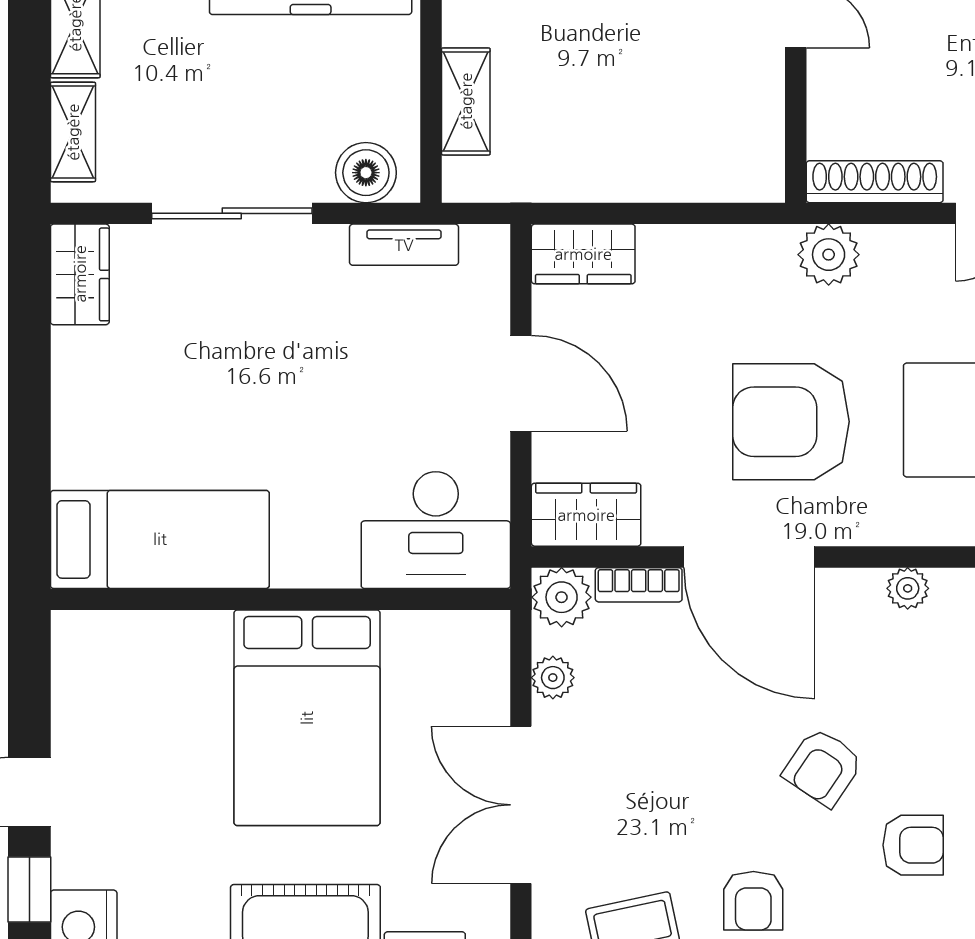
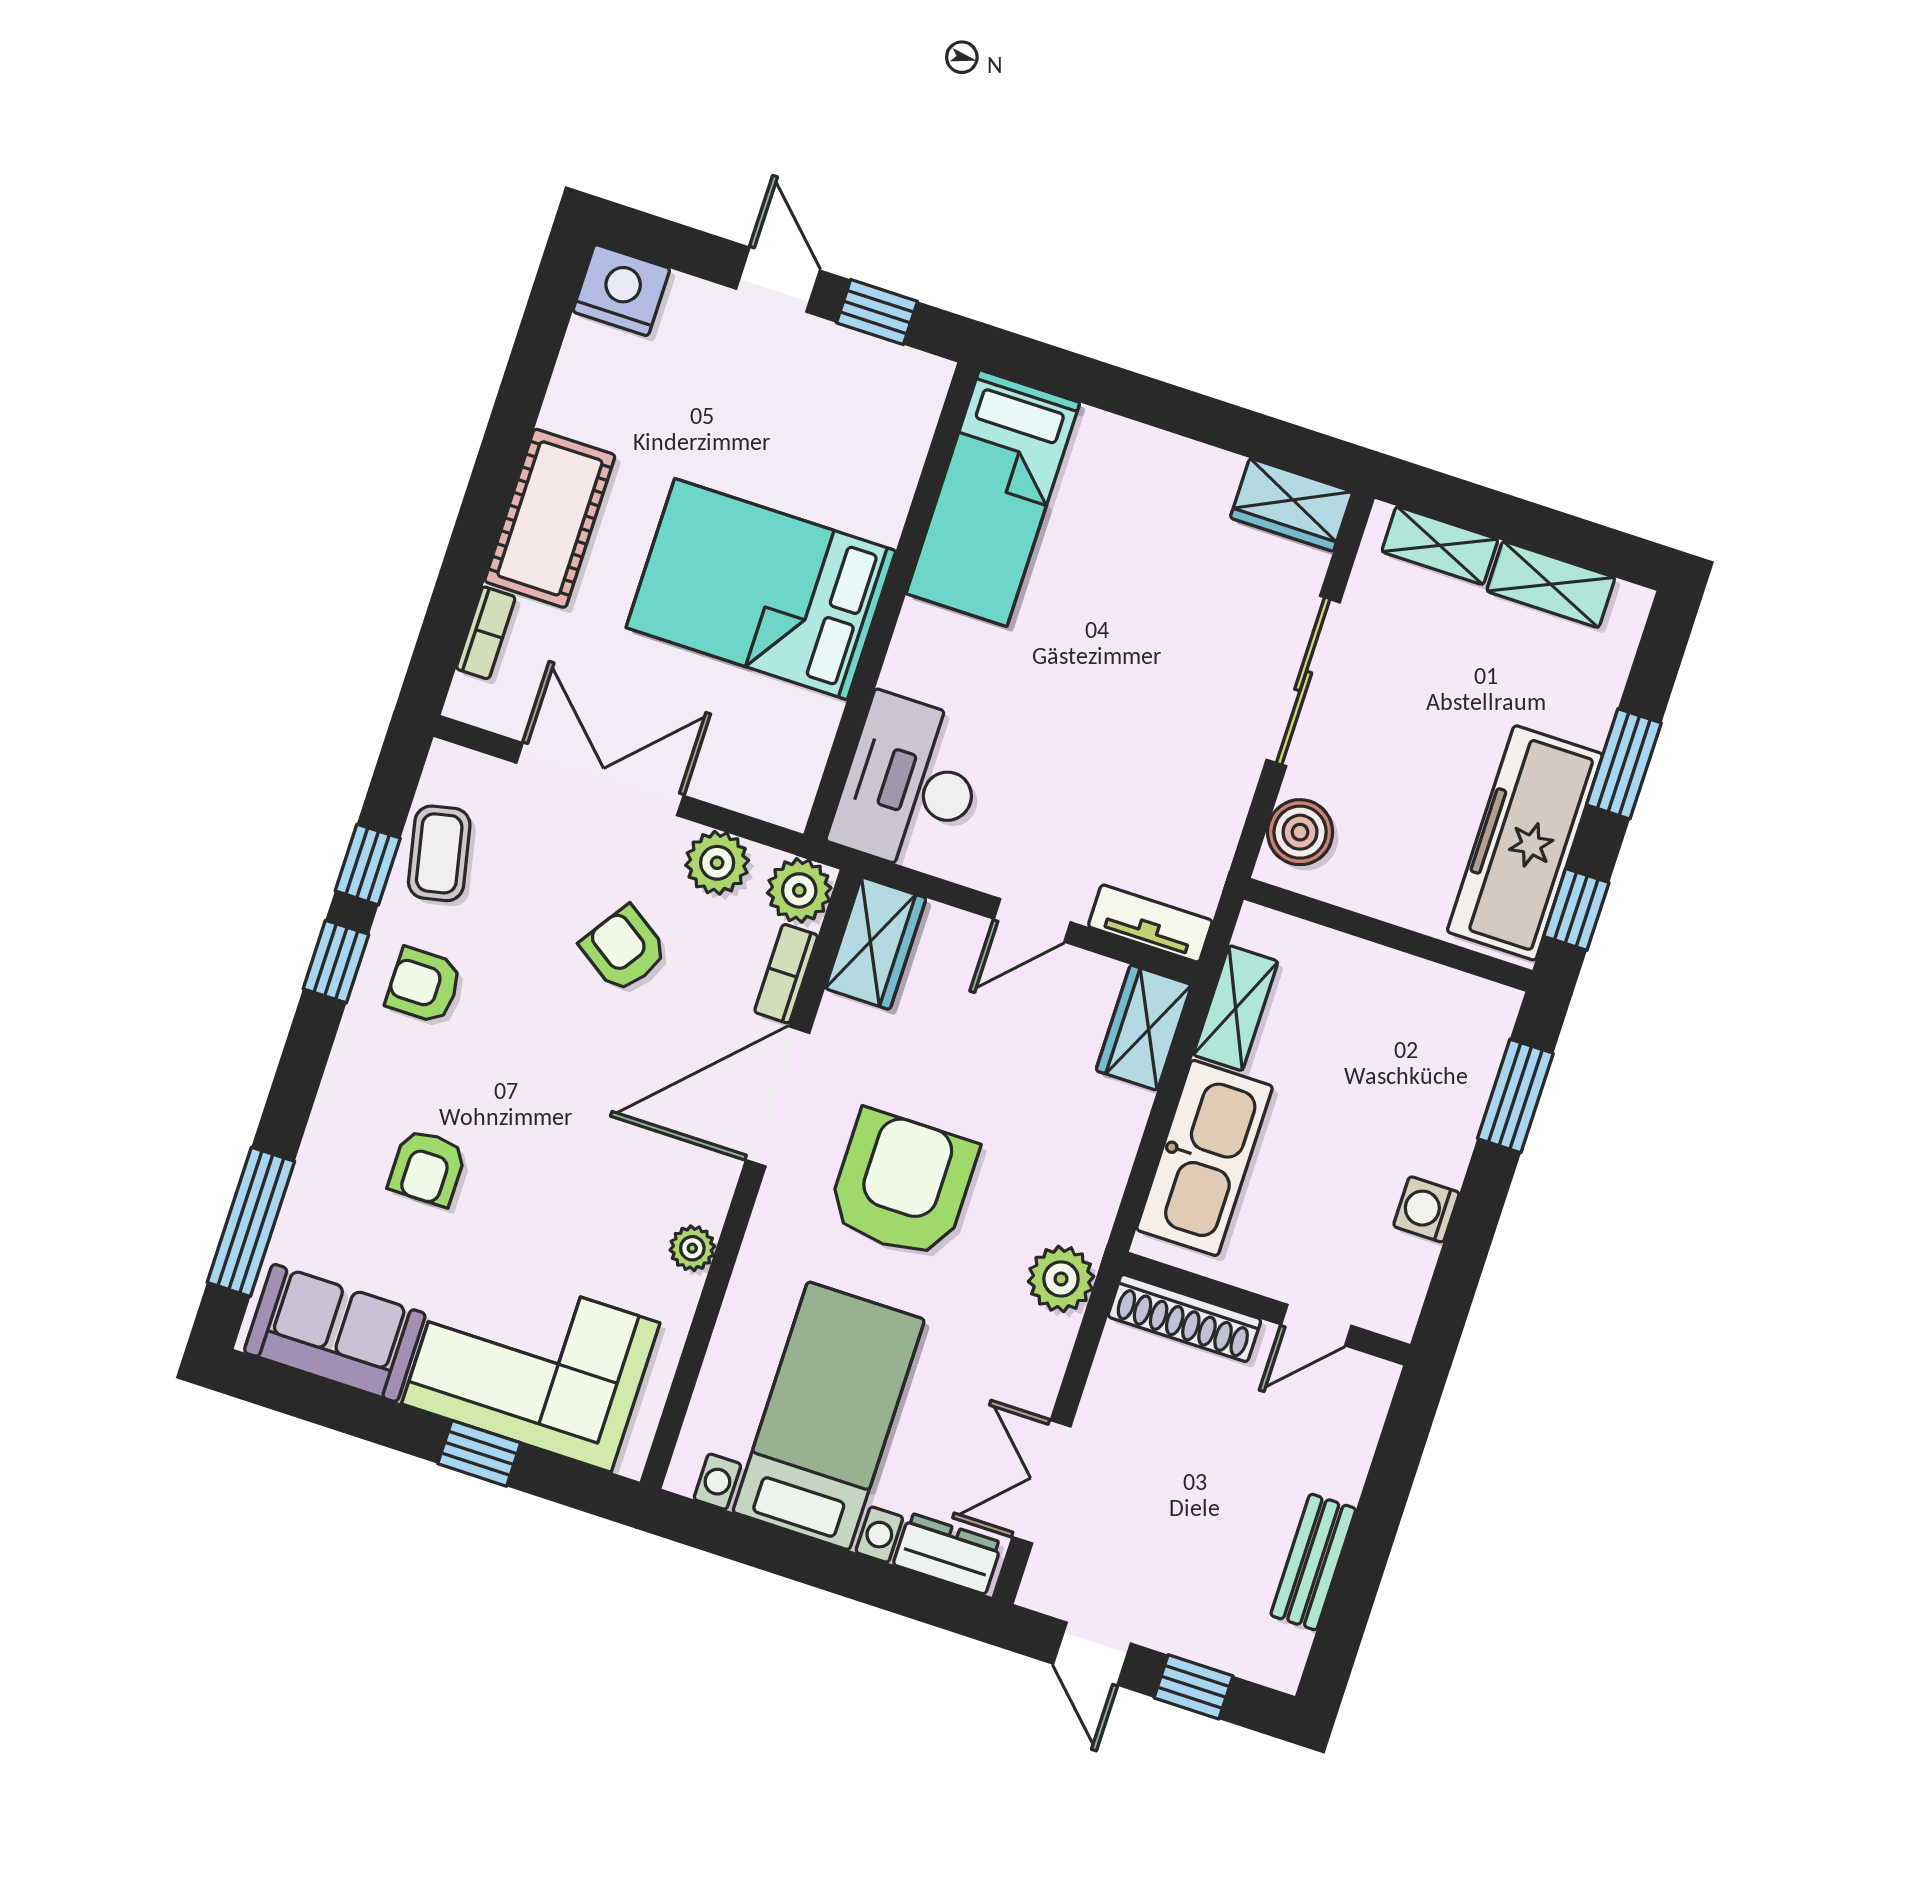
shelving: (466, 101) -> (1236, 1008), moved, turned 90
kitchen sink: (681, 163) -> (1205, 1158), added
shoe rack: (875, 182) -> (1184, 1318), moved, turned 90
tv unit: (404, 245) -> (1150, 924), moved, turned 90
door: (521, 383) -> (1032, 920), width x0.73
plant: (553, 678) -> (717, 863), width x1.38, depth x1.38
armchair: (823, 767) -> (624, 949), moved
window: (29, 889) -> (877, 312), moved

